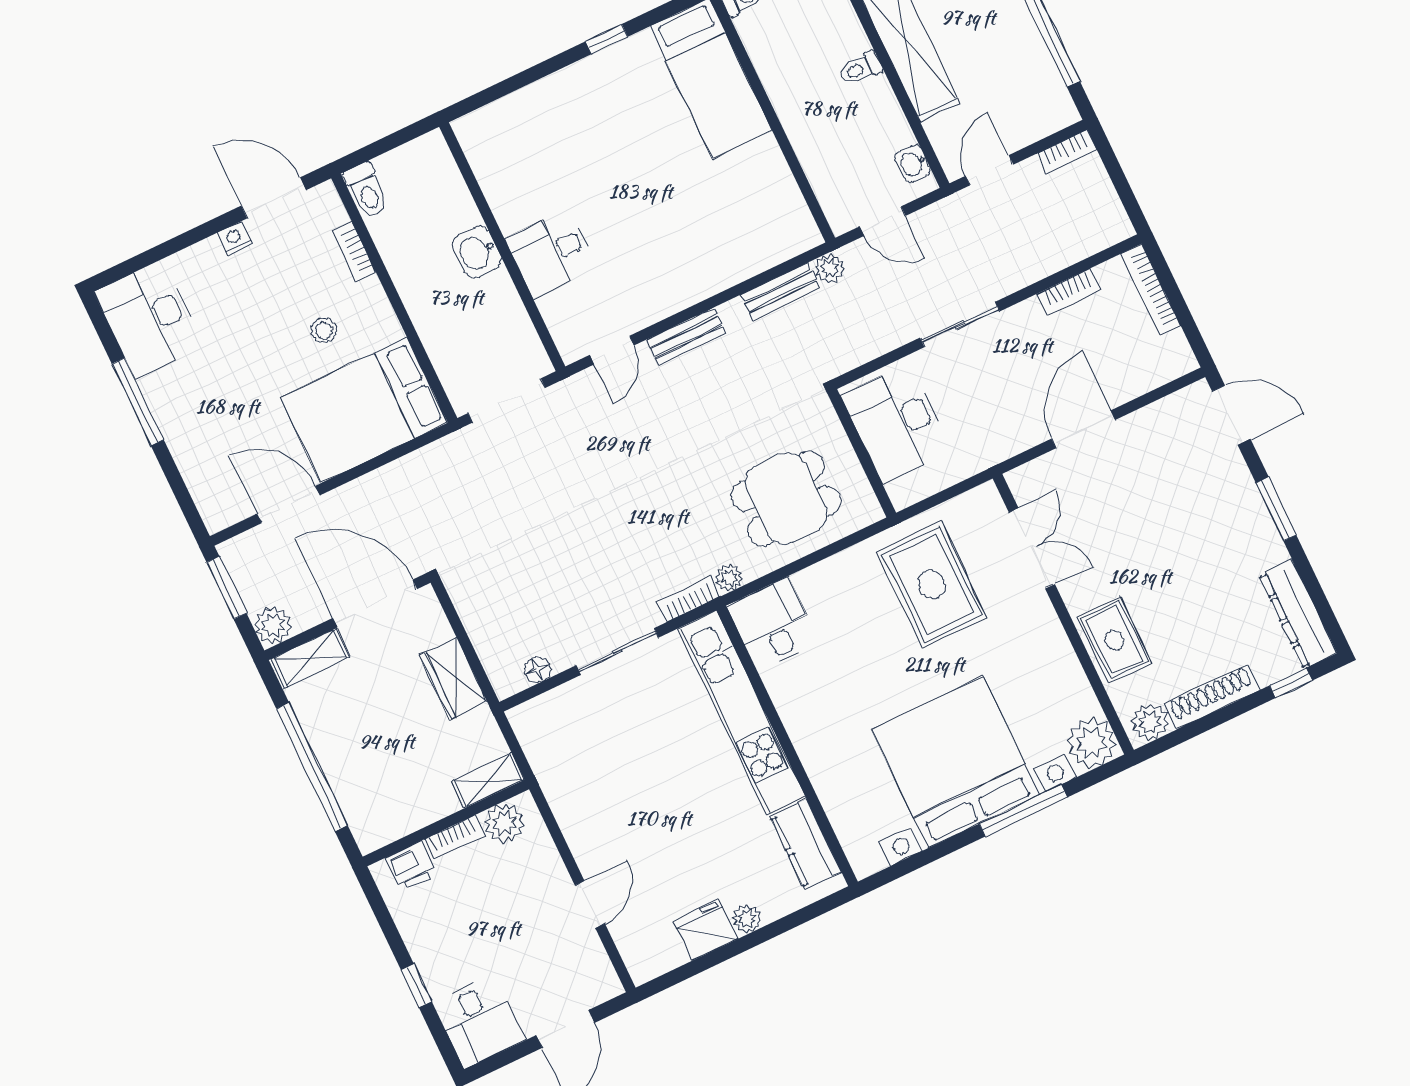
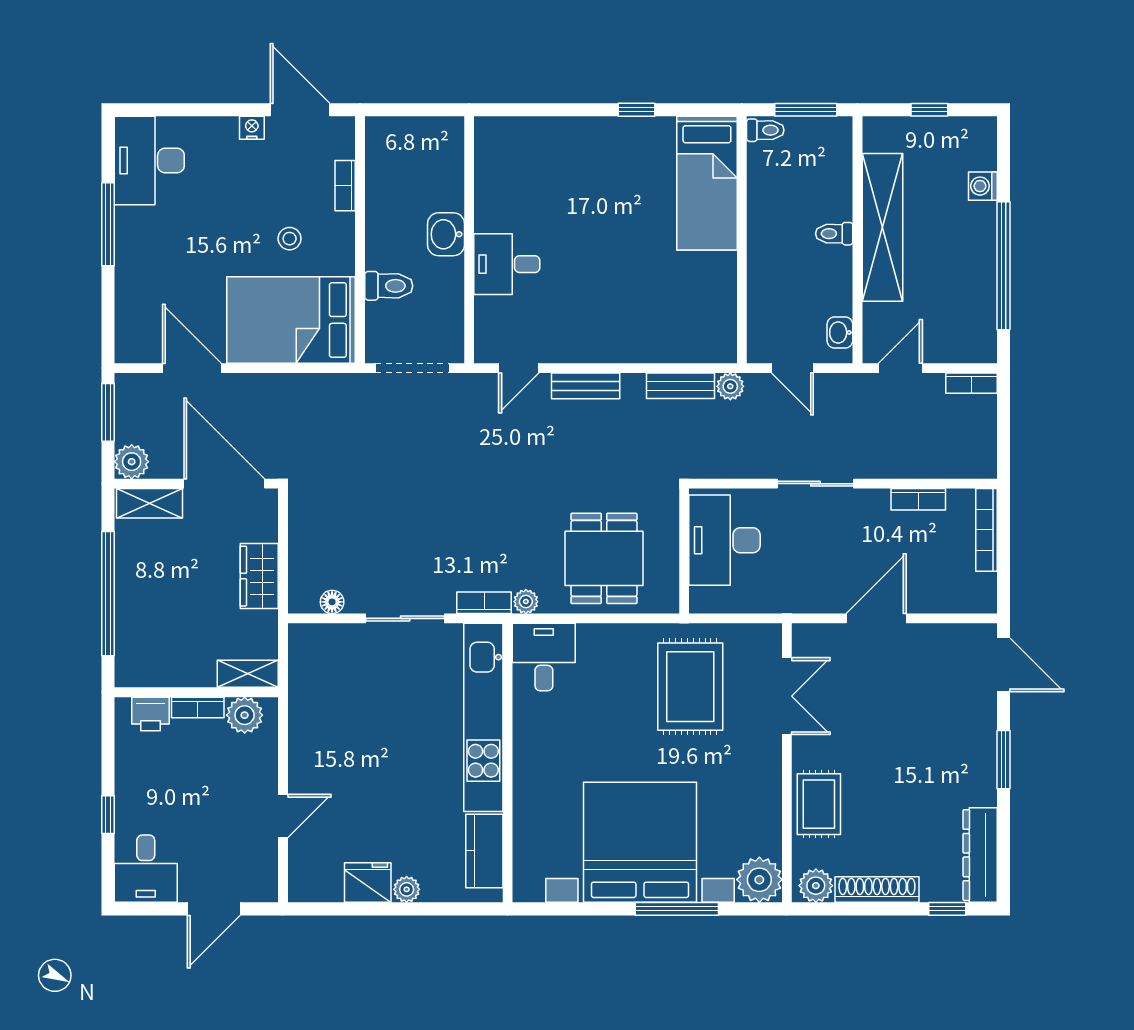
toilet: (366, 190) -> (389, 286), moved, turned -90
dining table: (786, 498) -> (604, 558), turned 90

